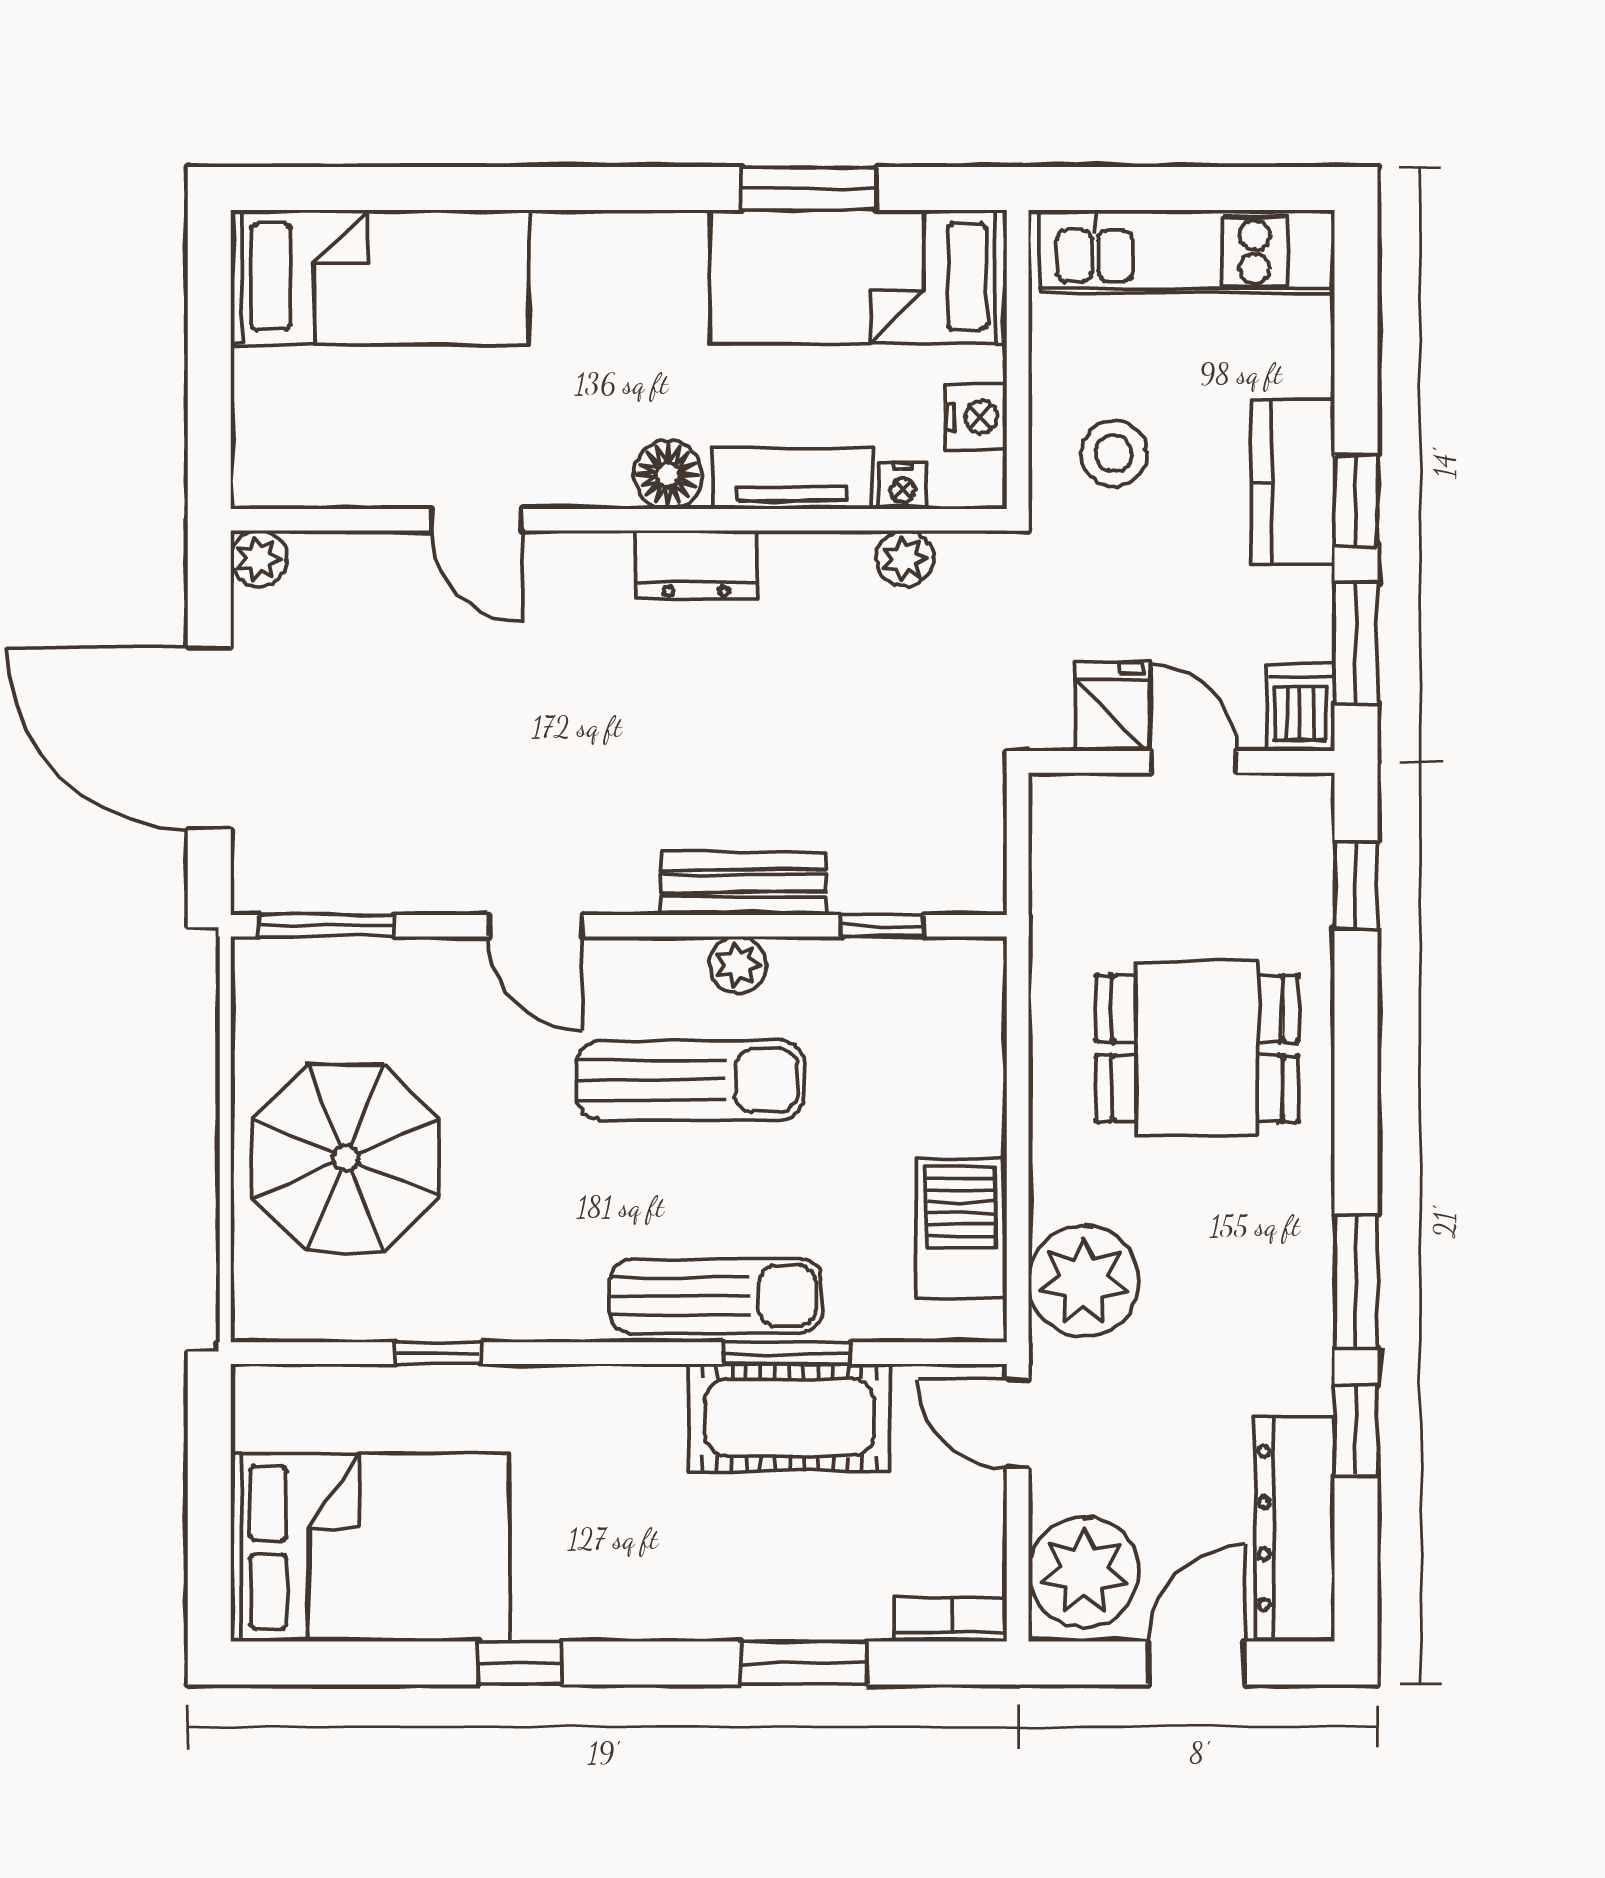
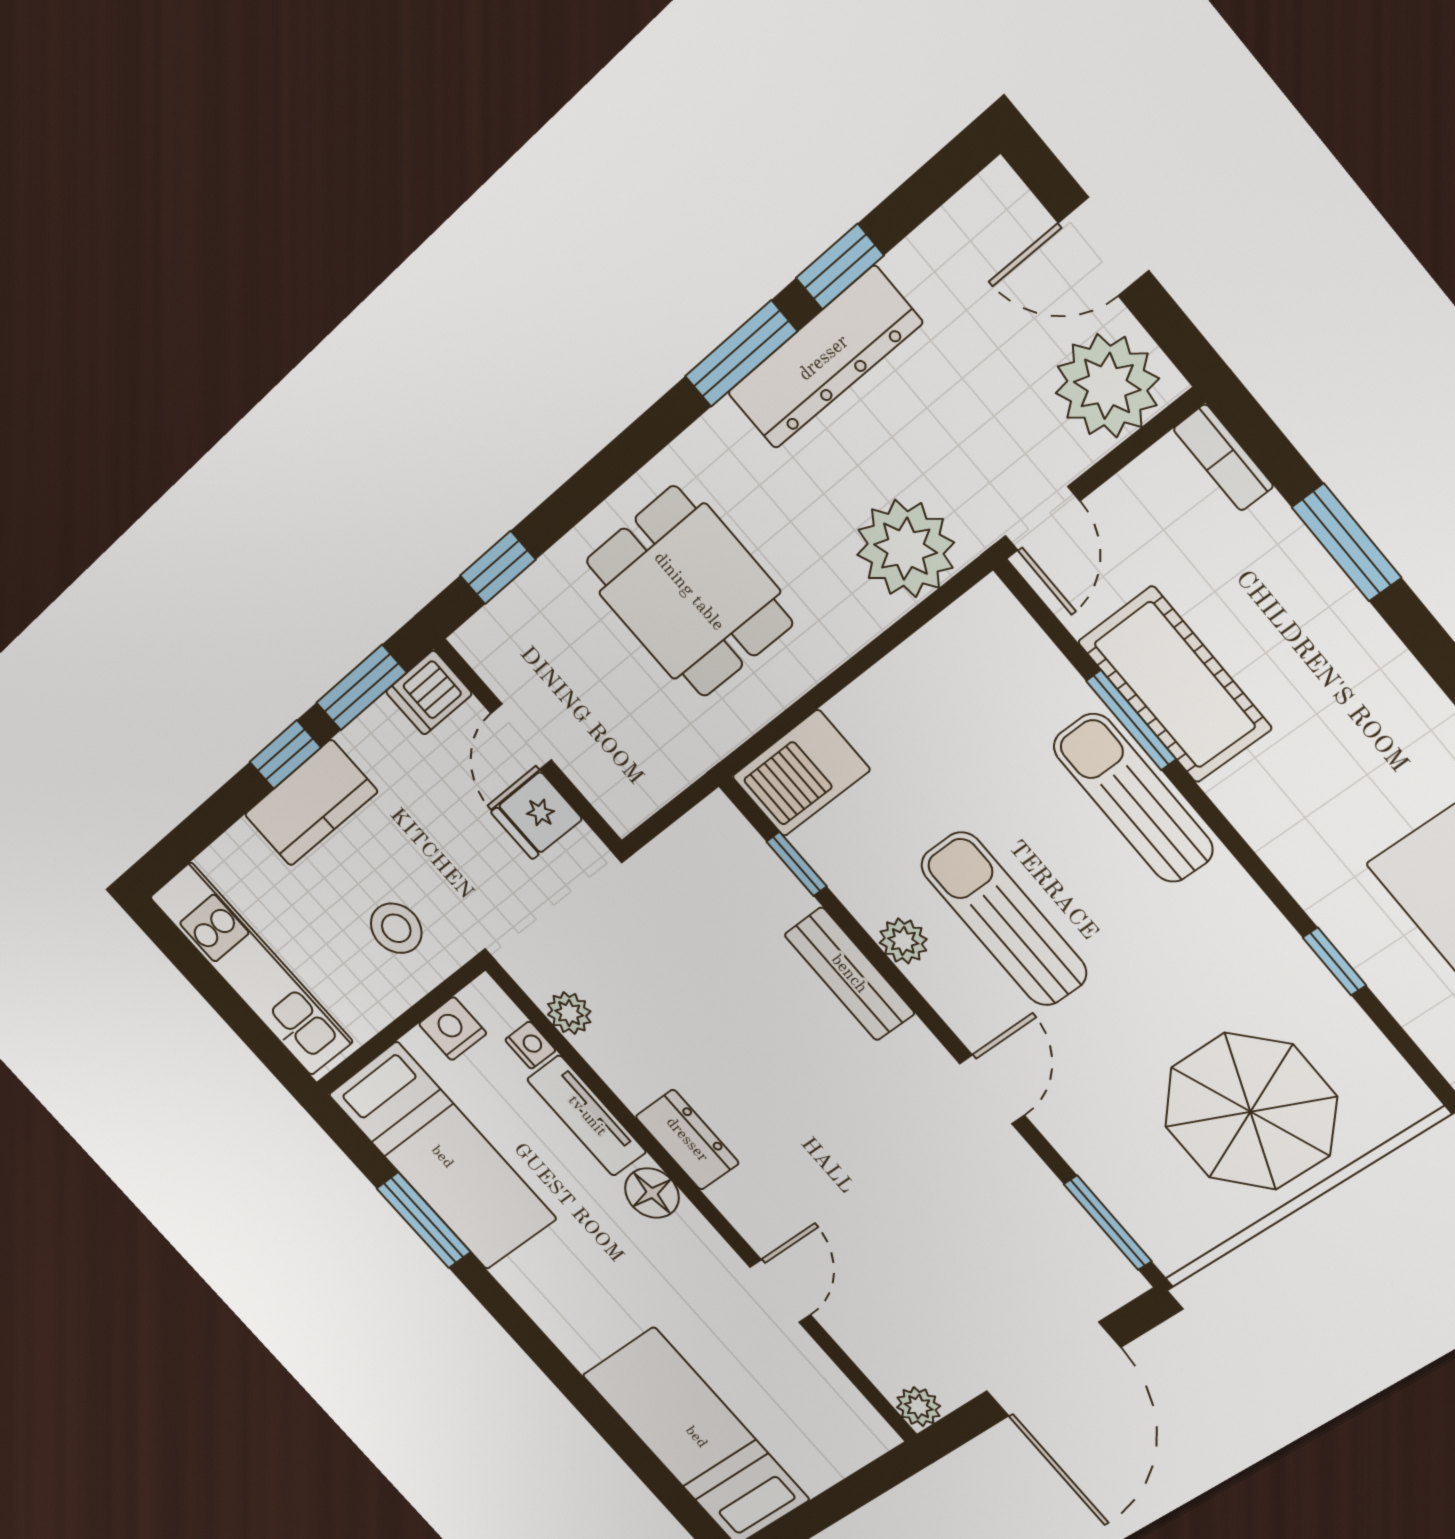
barbecue: (961, 1228) -> (801, 773), moved
dresser: (1295, 1528) -> (824, 358), moved

